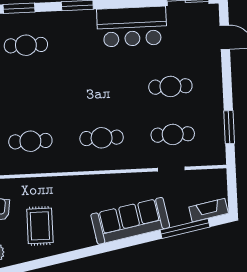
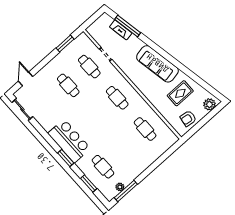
bar counter: (132, 27) -> (69, 141), moved
fireplace: (209, 210) -> (121, 30), moved
sofa: (130, 221) -> (157, 64), moved

